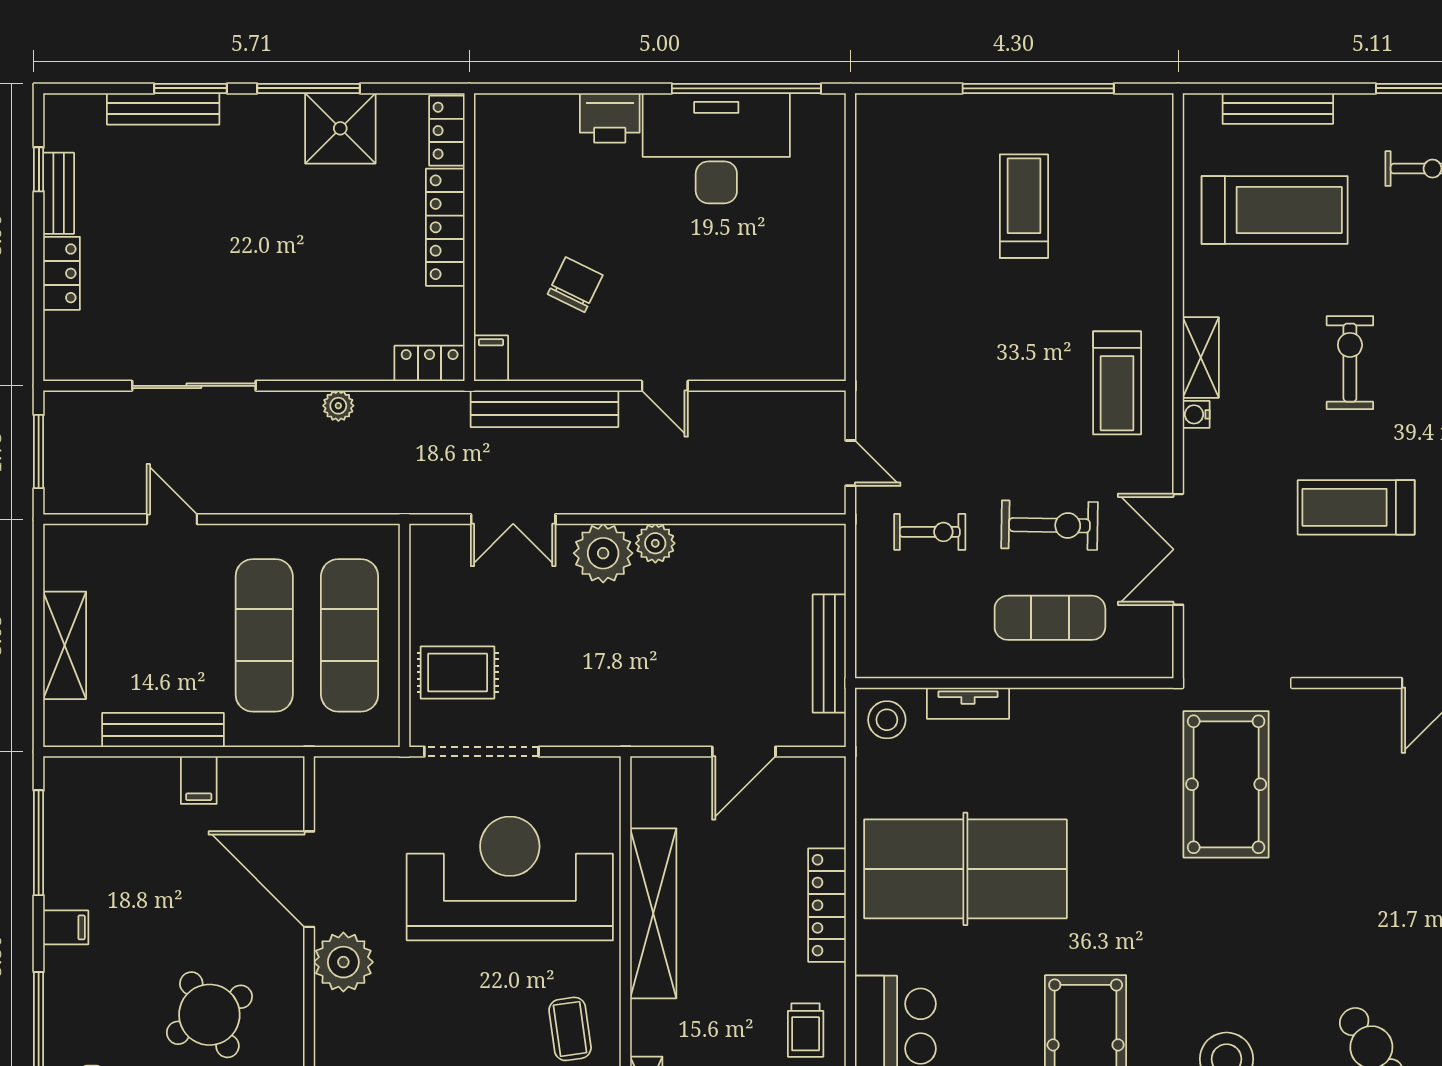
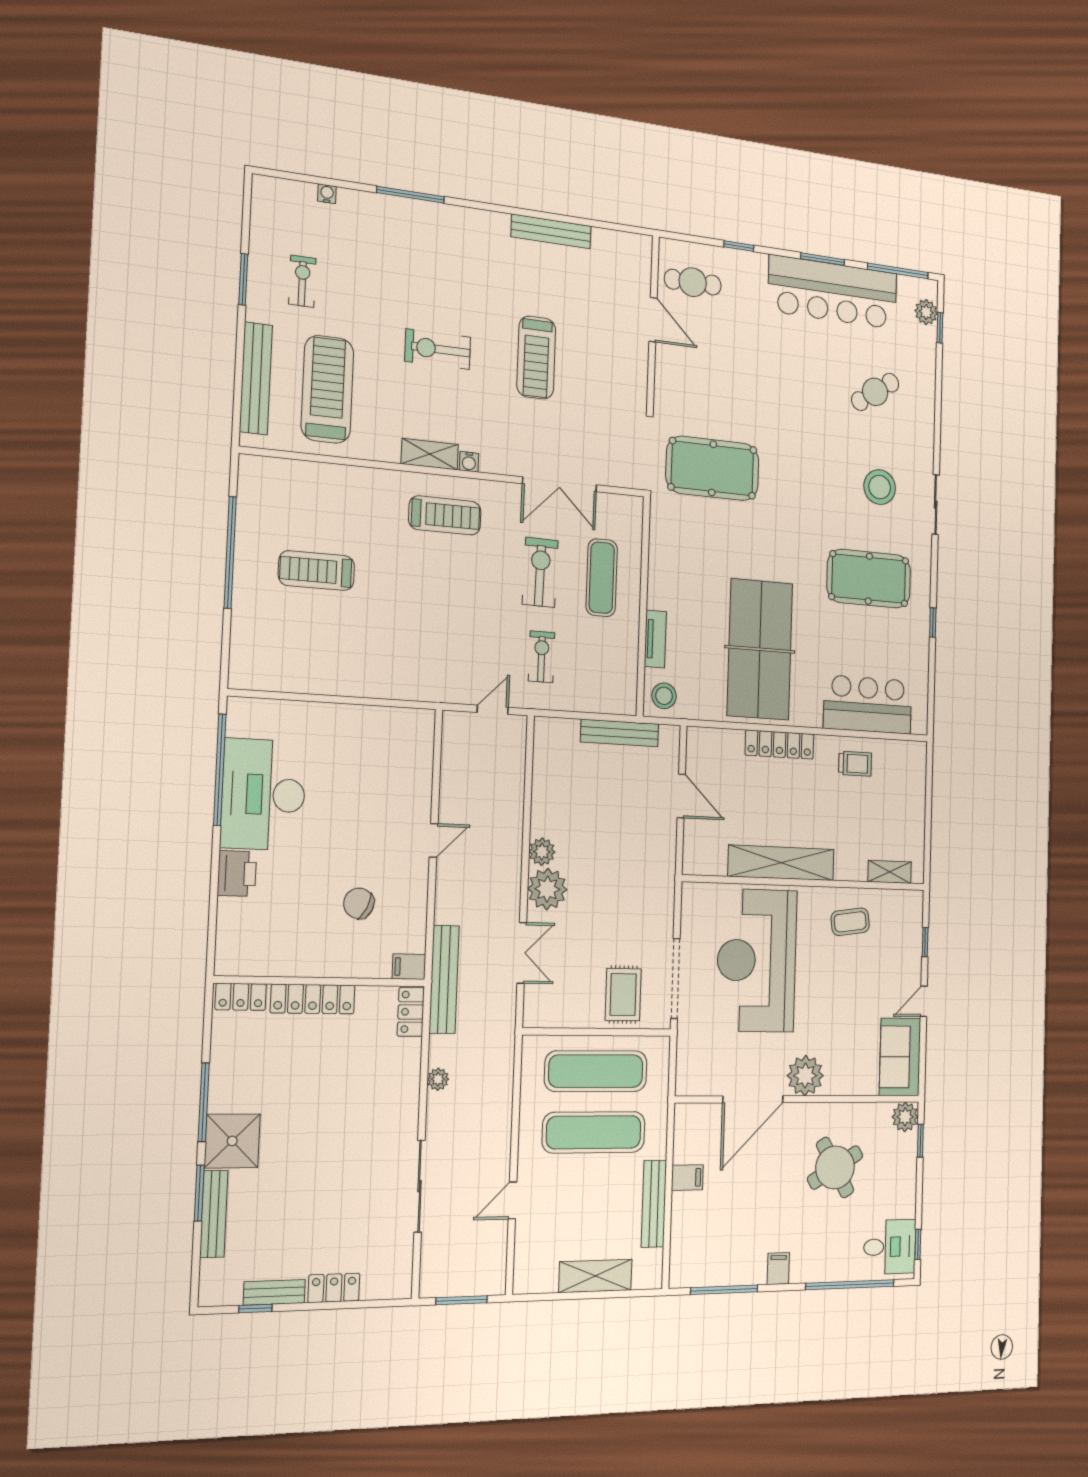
bench: (1278, 109) -> (256, 378), width x1.37, depth x1.21
shower: (340, 128) -> (232, 1141), moved
bench: (544, 409) -> (444, 979), moved

